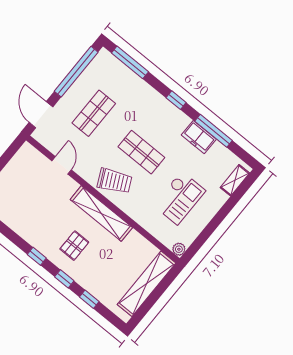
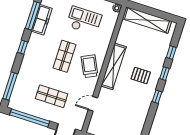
freezer: (199, 137) -> (42, 20), width x1.40

